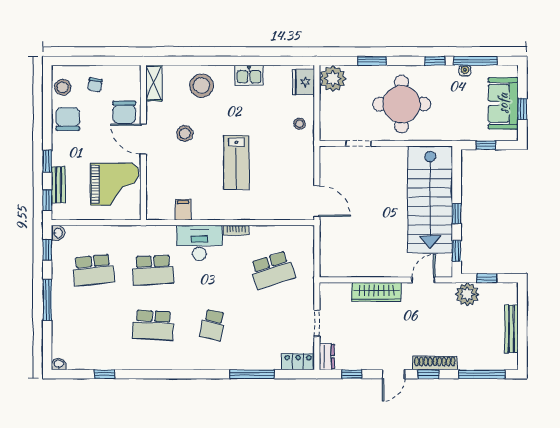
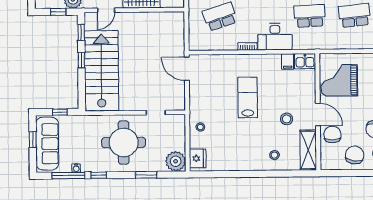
kitchen sink: (249, 75) -> (305, 61), moved, turned 180
shelving: (154, 83) -> (308, 150), width x1.50, depth x1.33
chair: (95, 85) -> (355, 155), width x1.87, depth x1.87
stool: (201, 86) -> (274, 155), width x0.53, depth x0.53
sofa: (503, 103) -> (47, 144), width x1.36

